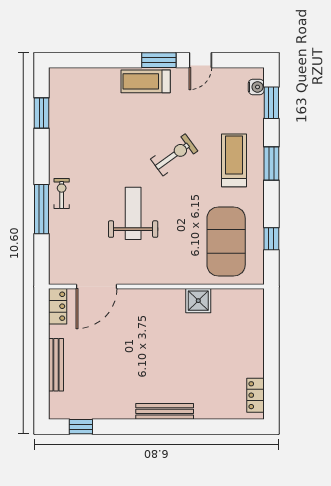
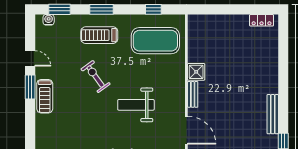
bench: (148, 296) -> (193, 94), added
shower: (198, 301) -> (196, 72), moved
bench: (165, 411) -> (273, 114), moved

